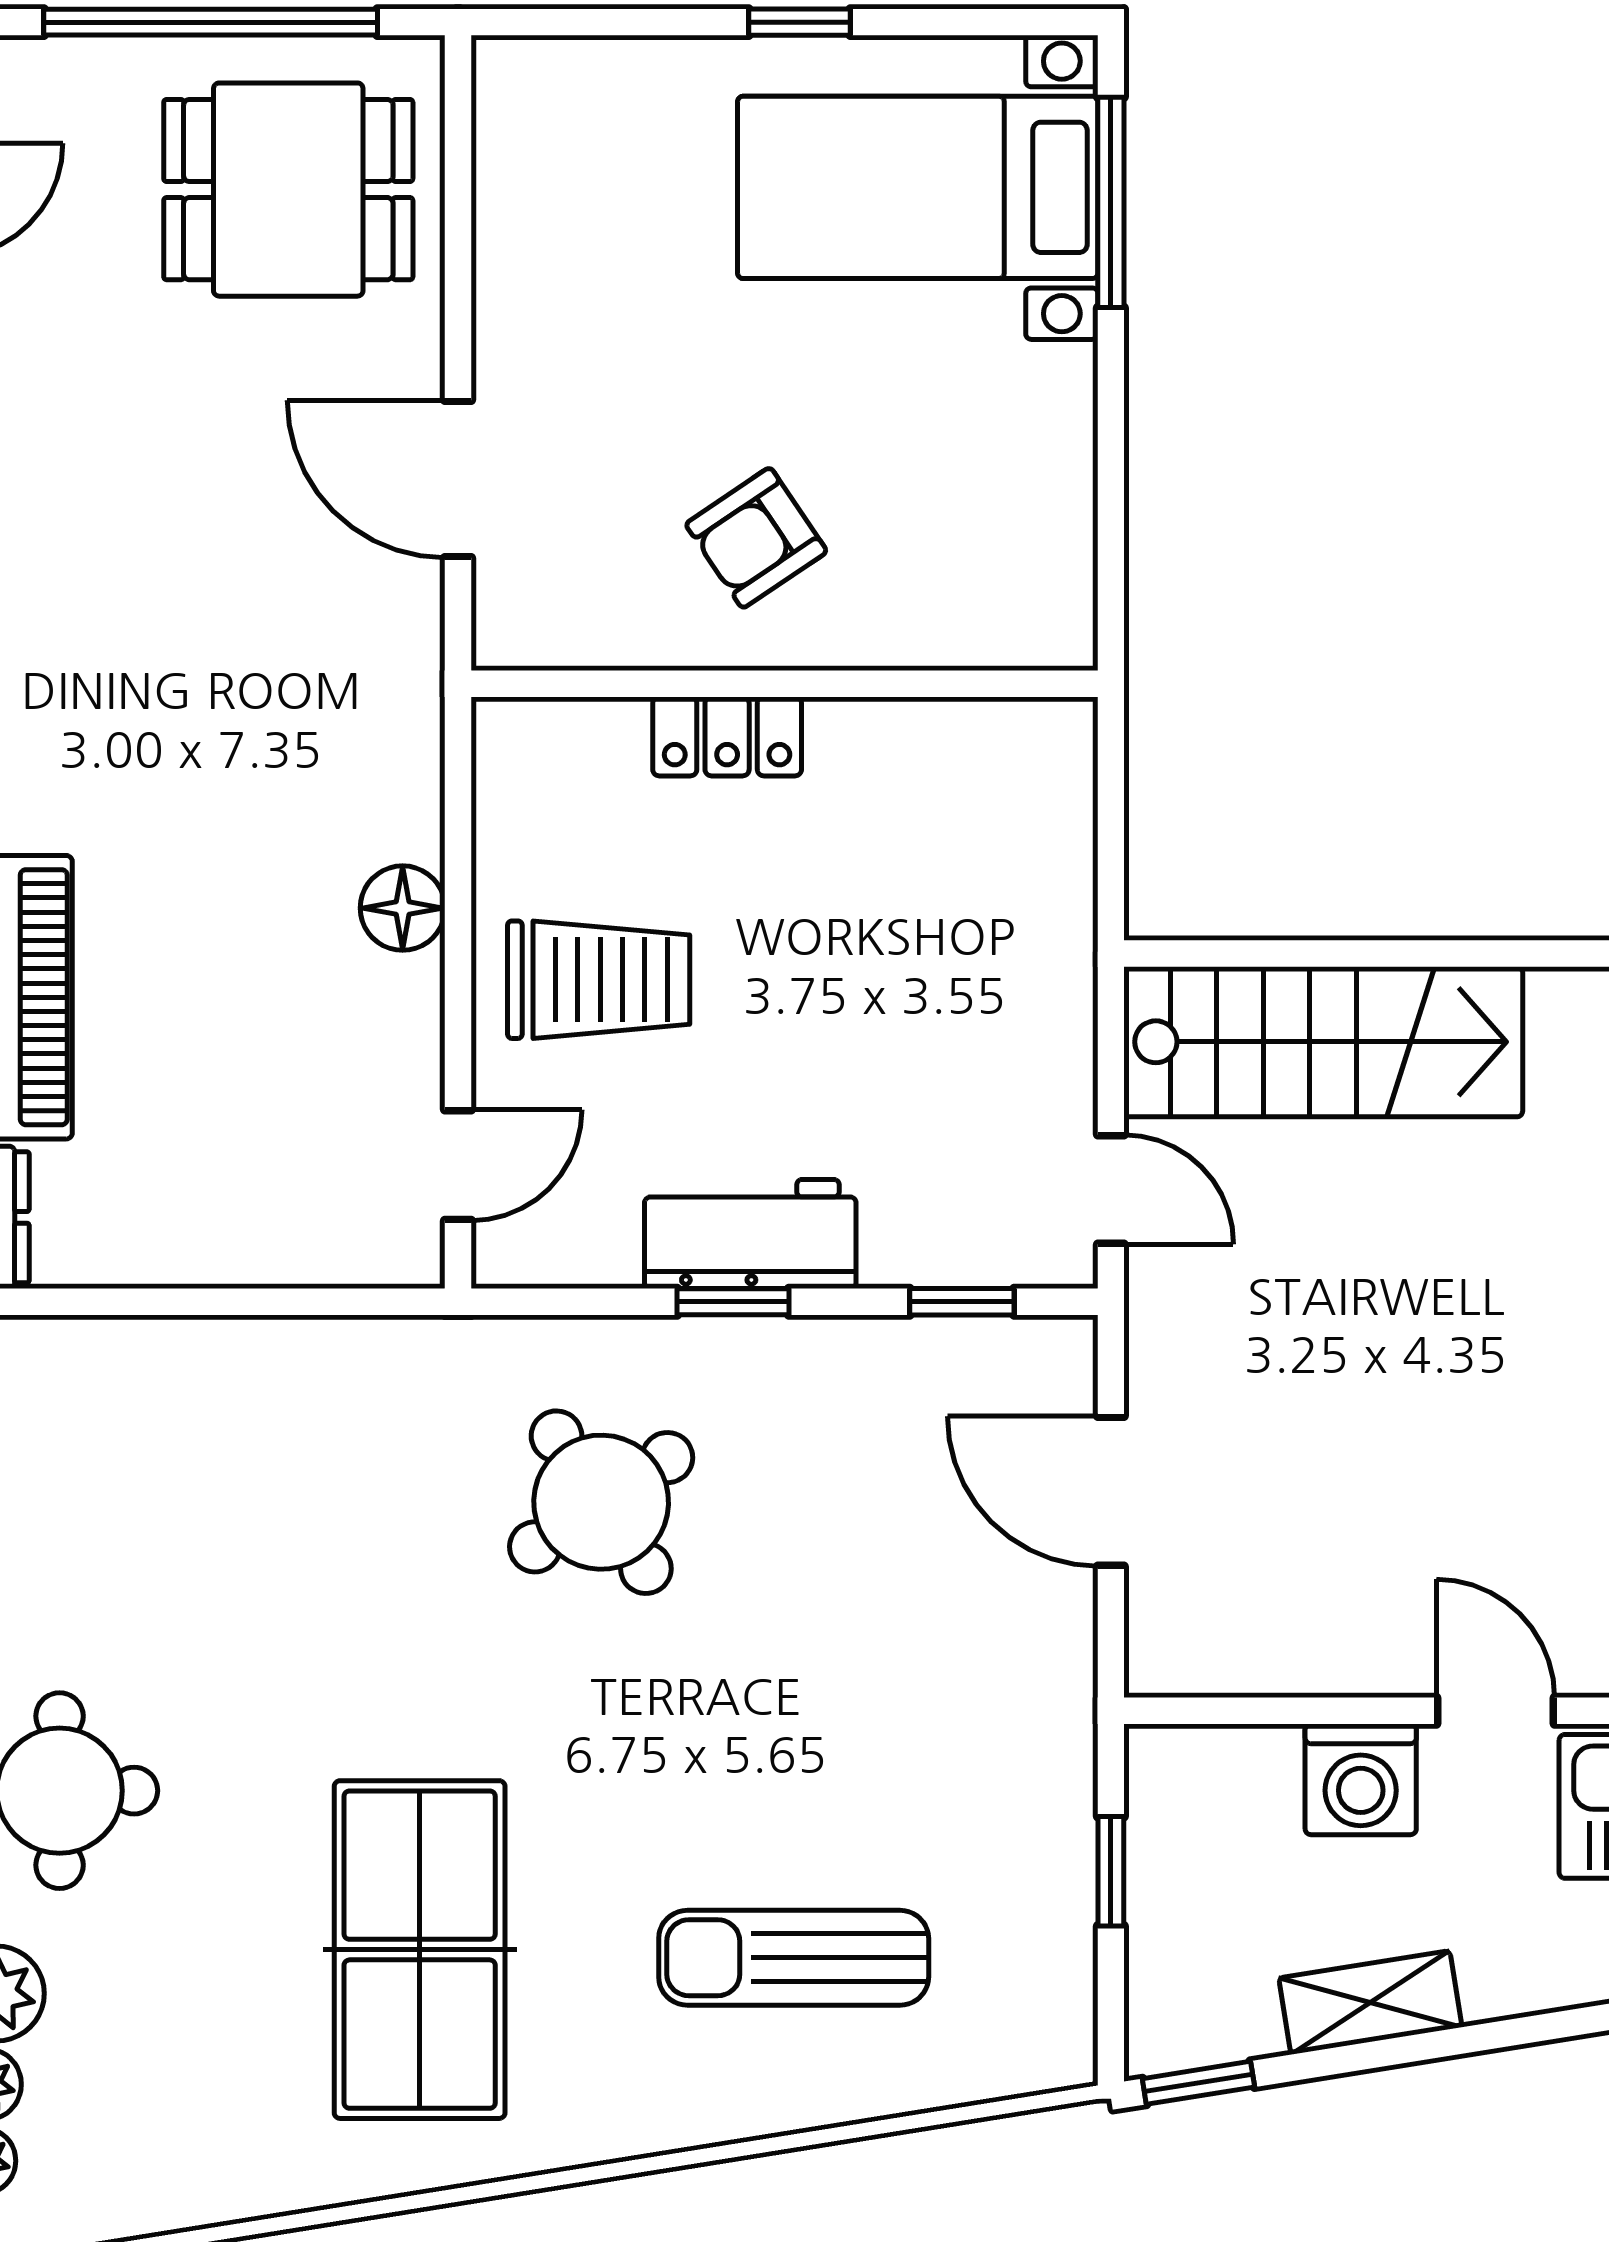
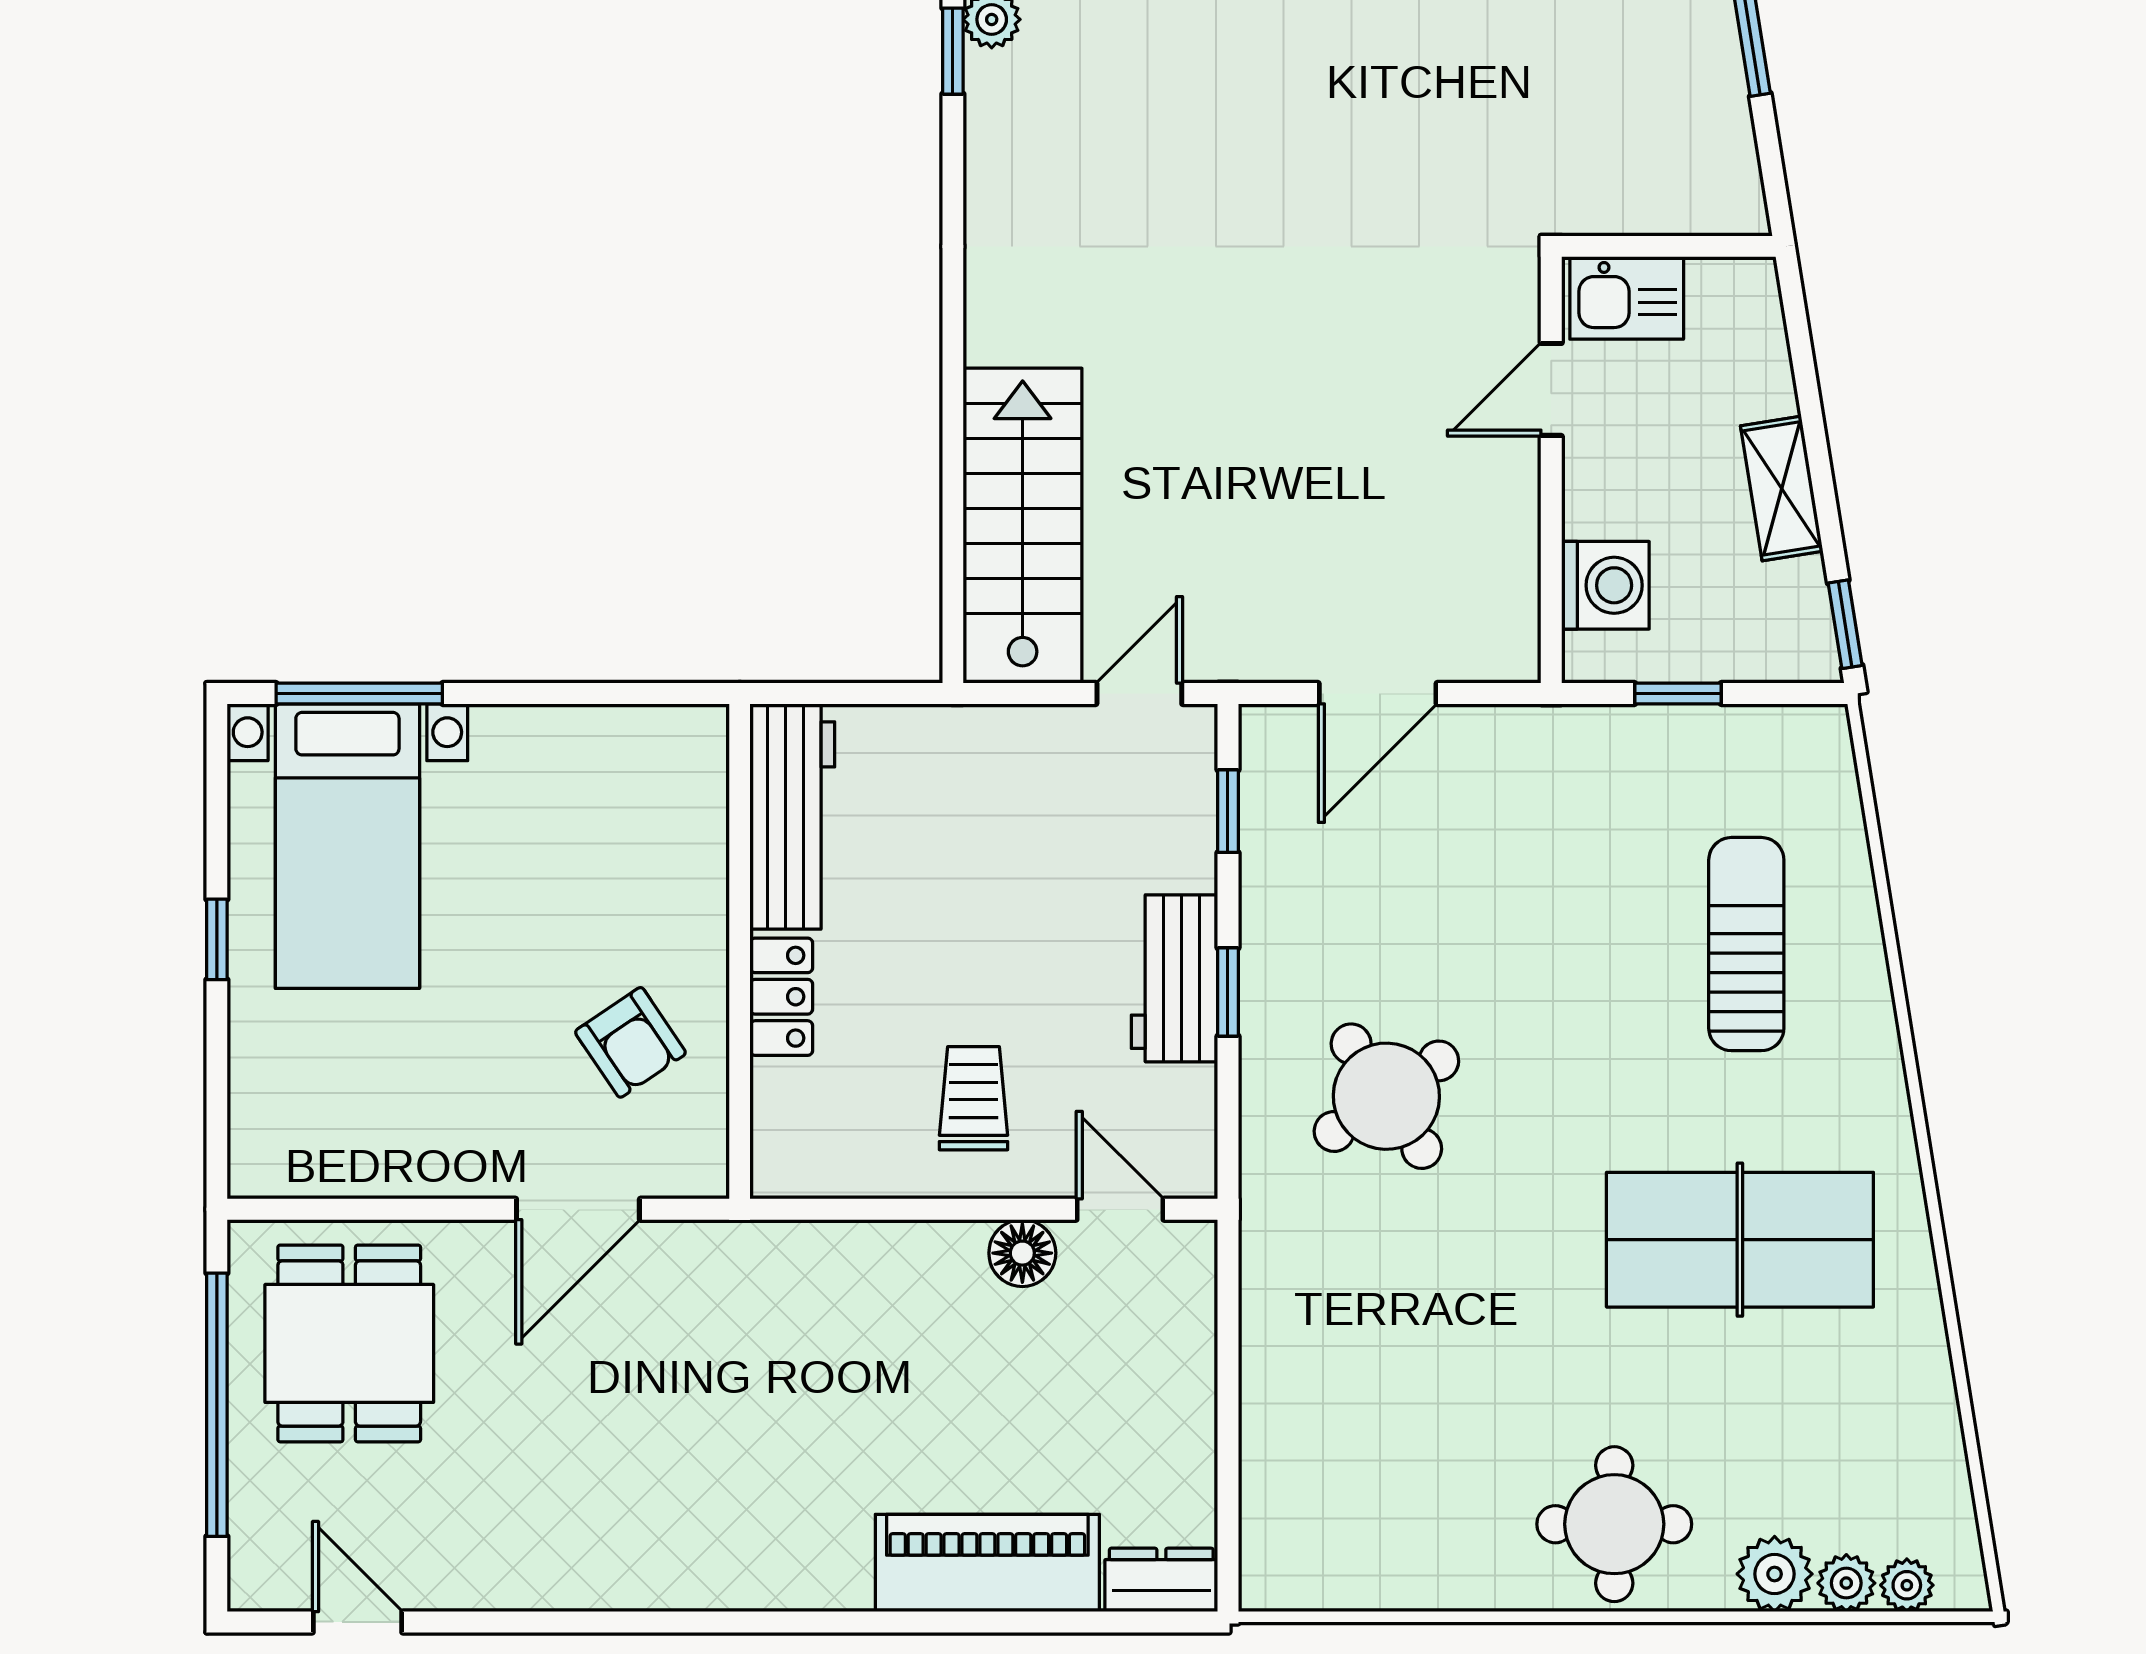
armchair: (756, 538) -> (630, 1042), moved
workbench: (955, 750) -> (792, 816), added
floor lamp: (403, 908) -> (1022, 1253), moved
trolley: (599, 980) -> (974, 1098), width x0.73, depth x0.72
washing machine: (1361, 1779) -> (1605, 585), moved
sun lounger: (794, 1958) -> (1746, 944), turned 180

